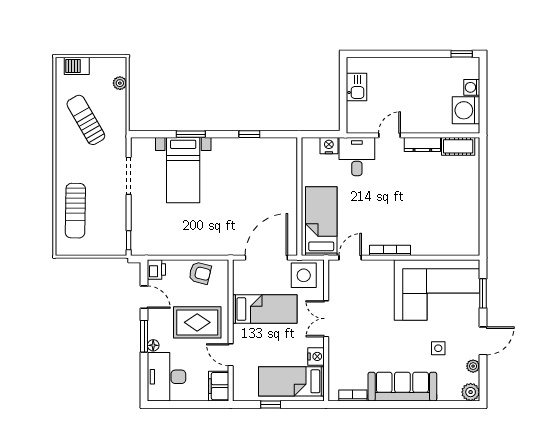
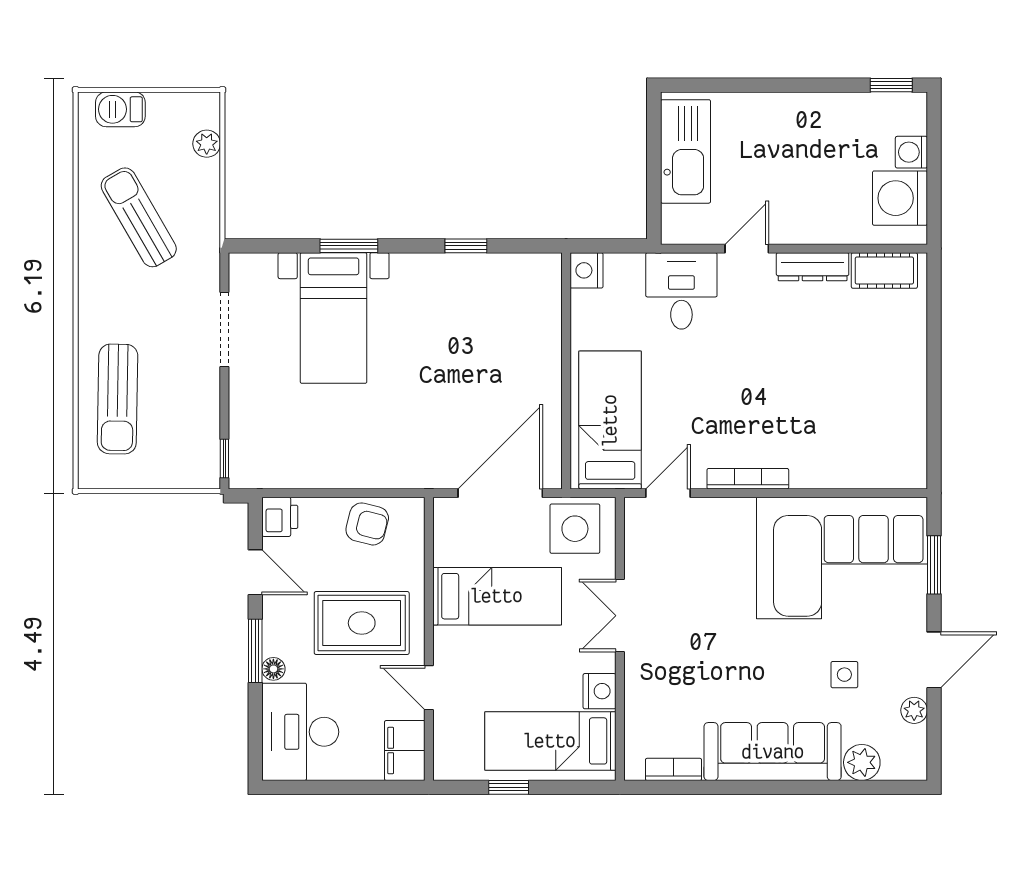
kitchen sink: (357, 87) -> (686, 151), width x1.88, depth x1.24
nightstand: (329, 146) -> (587, 270), moved, turned -90
plant: (471, 392) -> (862, 762), moved

